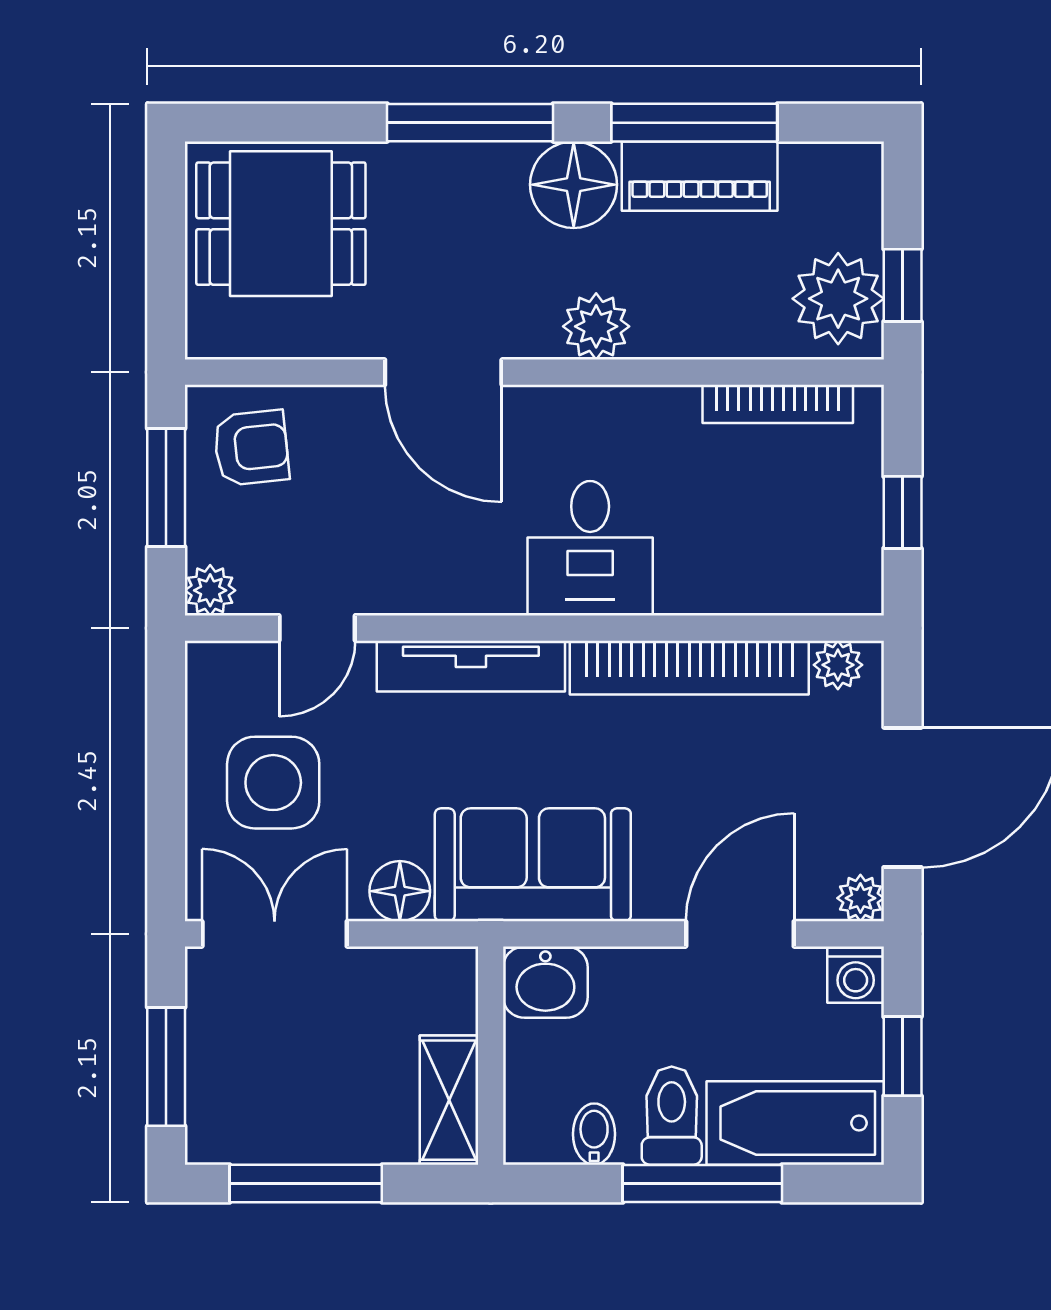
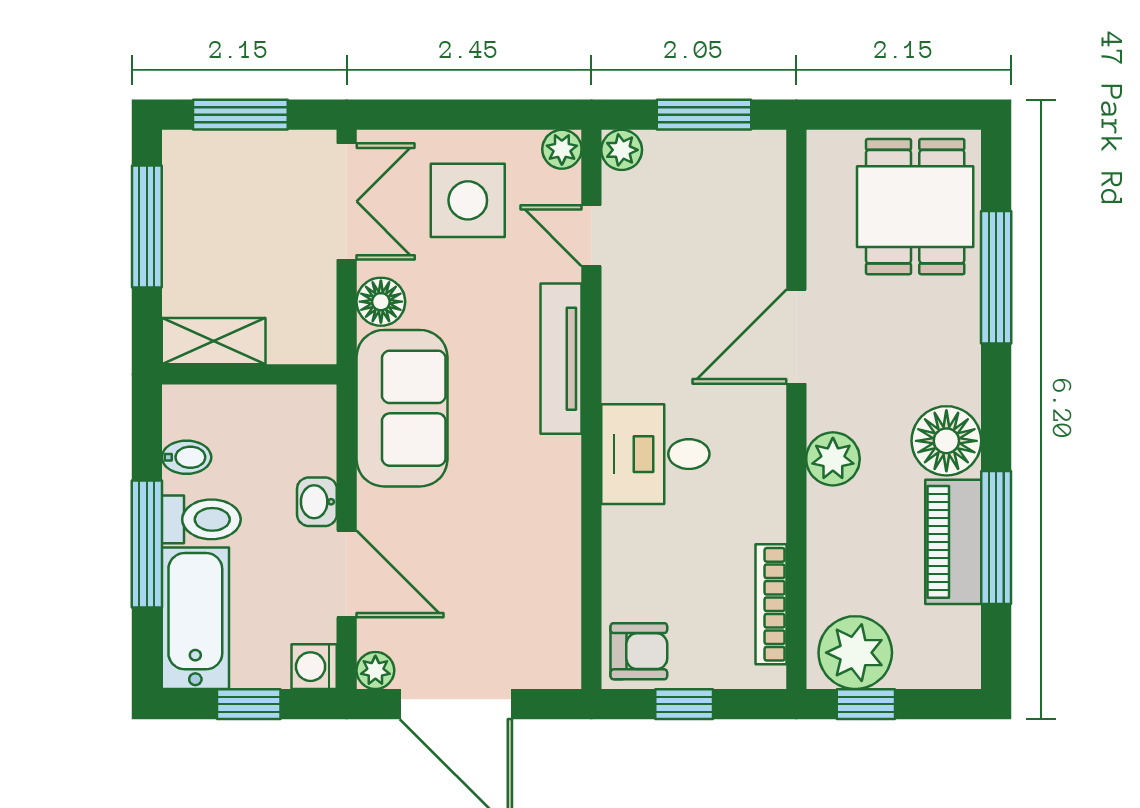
window: (470, 123) -> (996, 277), moved
armchair: (251, 448) -> (639, 651), moved, turned -84
plant: (838, 665) -> (562, 149), moved
bookcase: (689, 668) -> (560, 533), removed
washbasin: (545, 982) -> (317, 502), moved, width x0.72, depth x0.69

